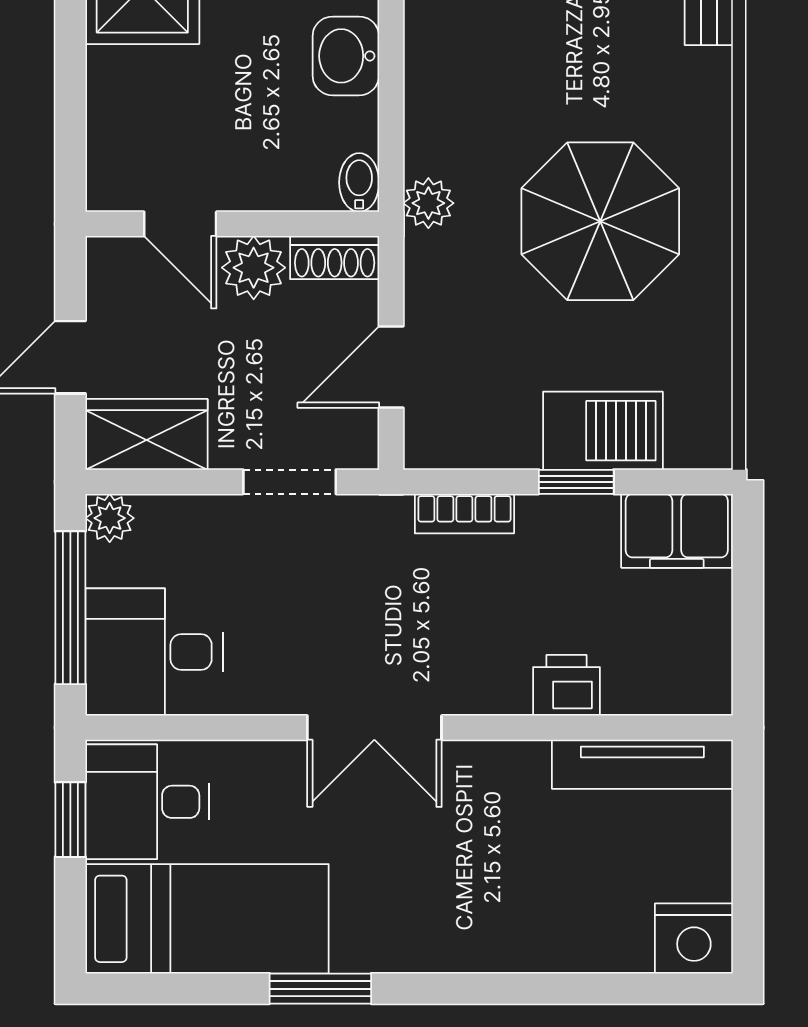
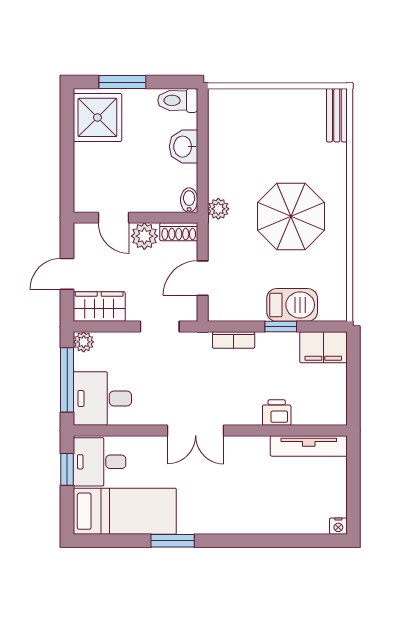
nightstand: (694, 938) -> (338, 526), width x0.53, depth x0.56

